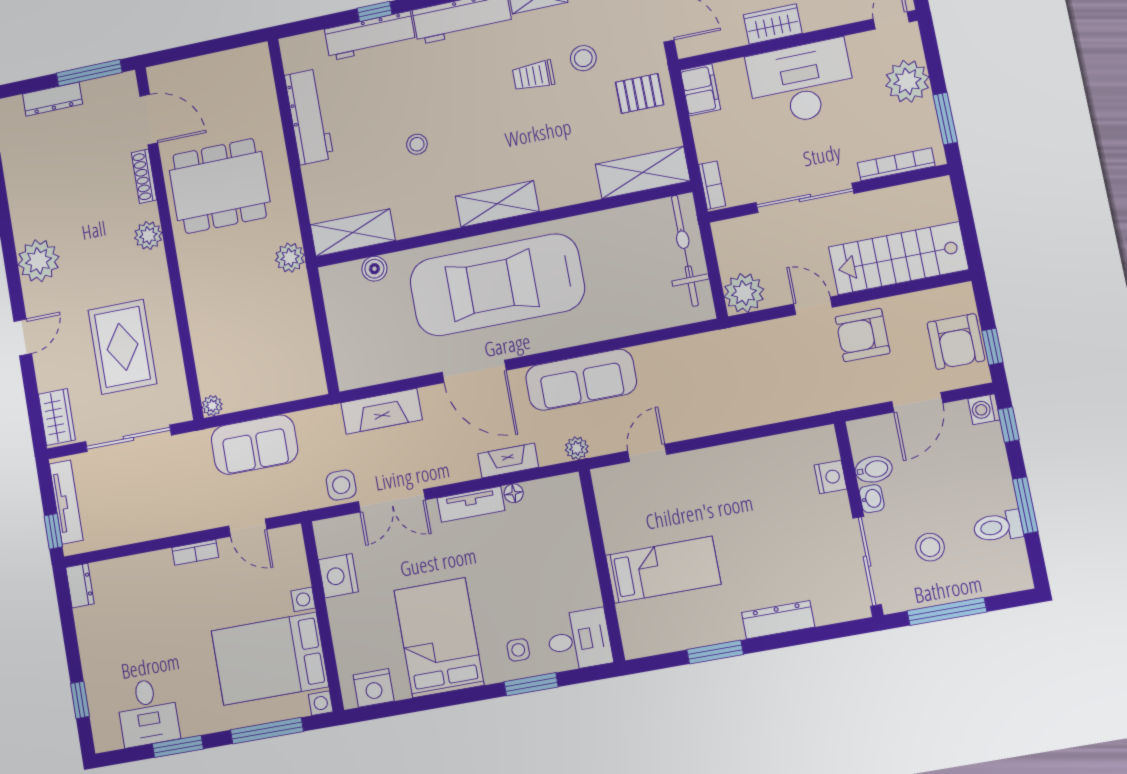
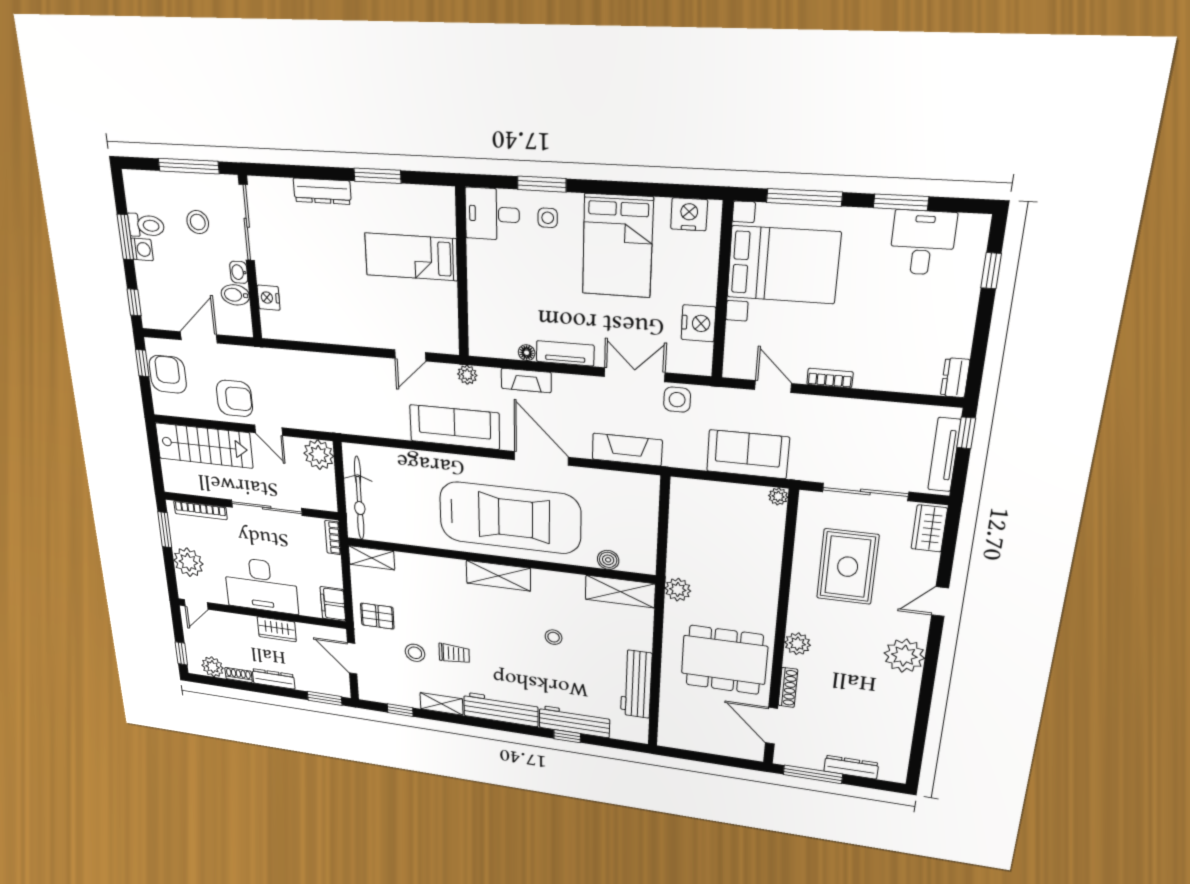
shelving: (643, 173) -> (372, 558), width x0.67, depth x0.75
washing machine: (984, 409) -> (142, 249), moved

